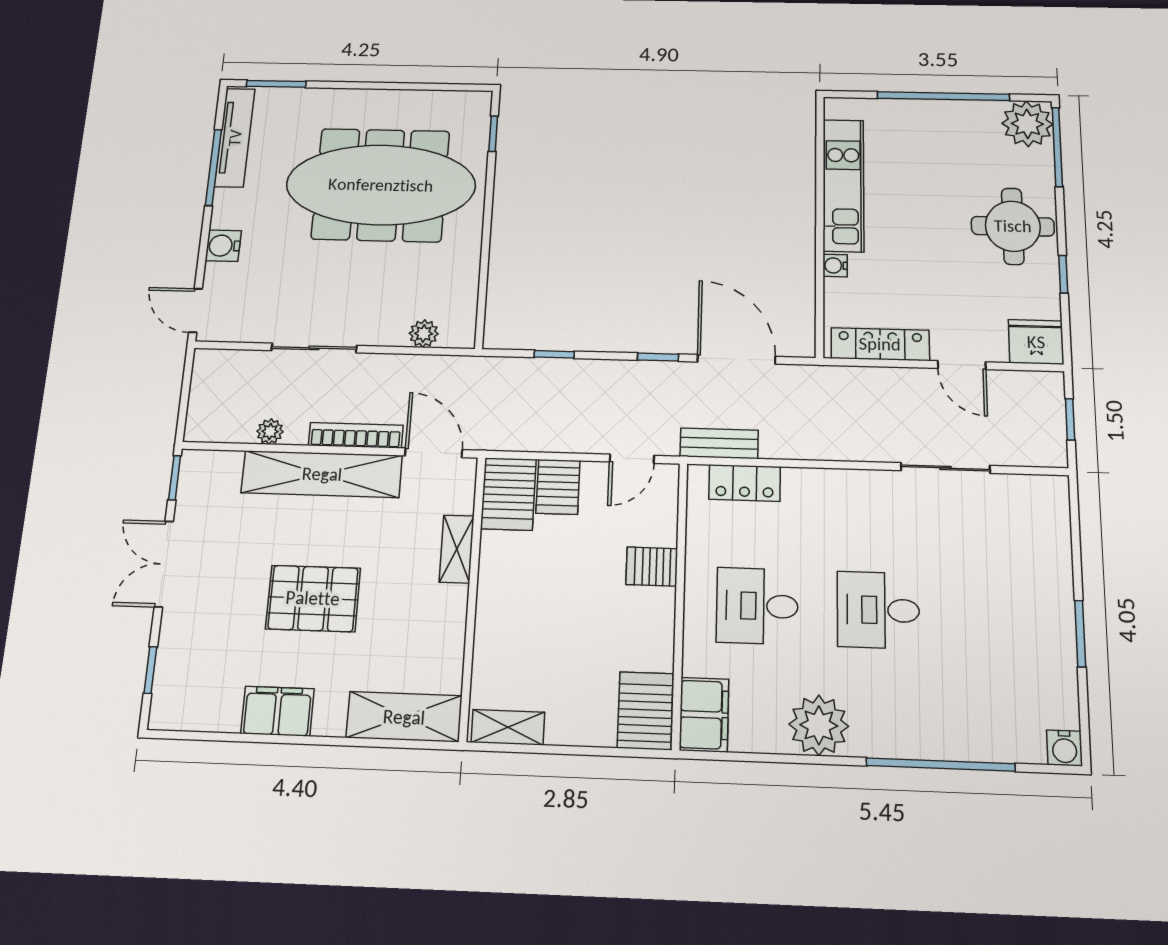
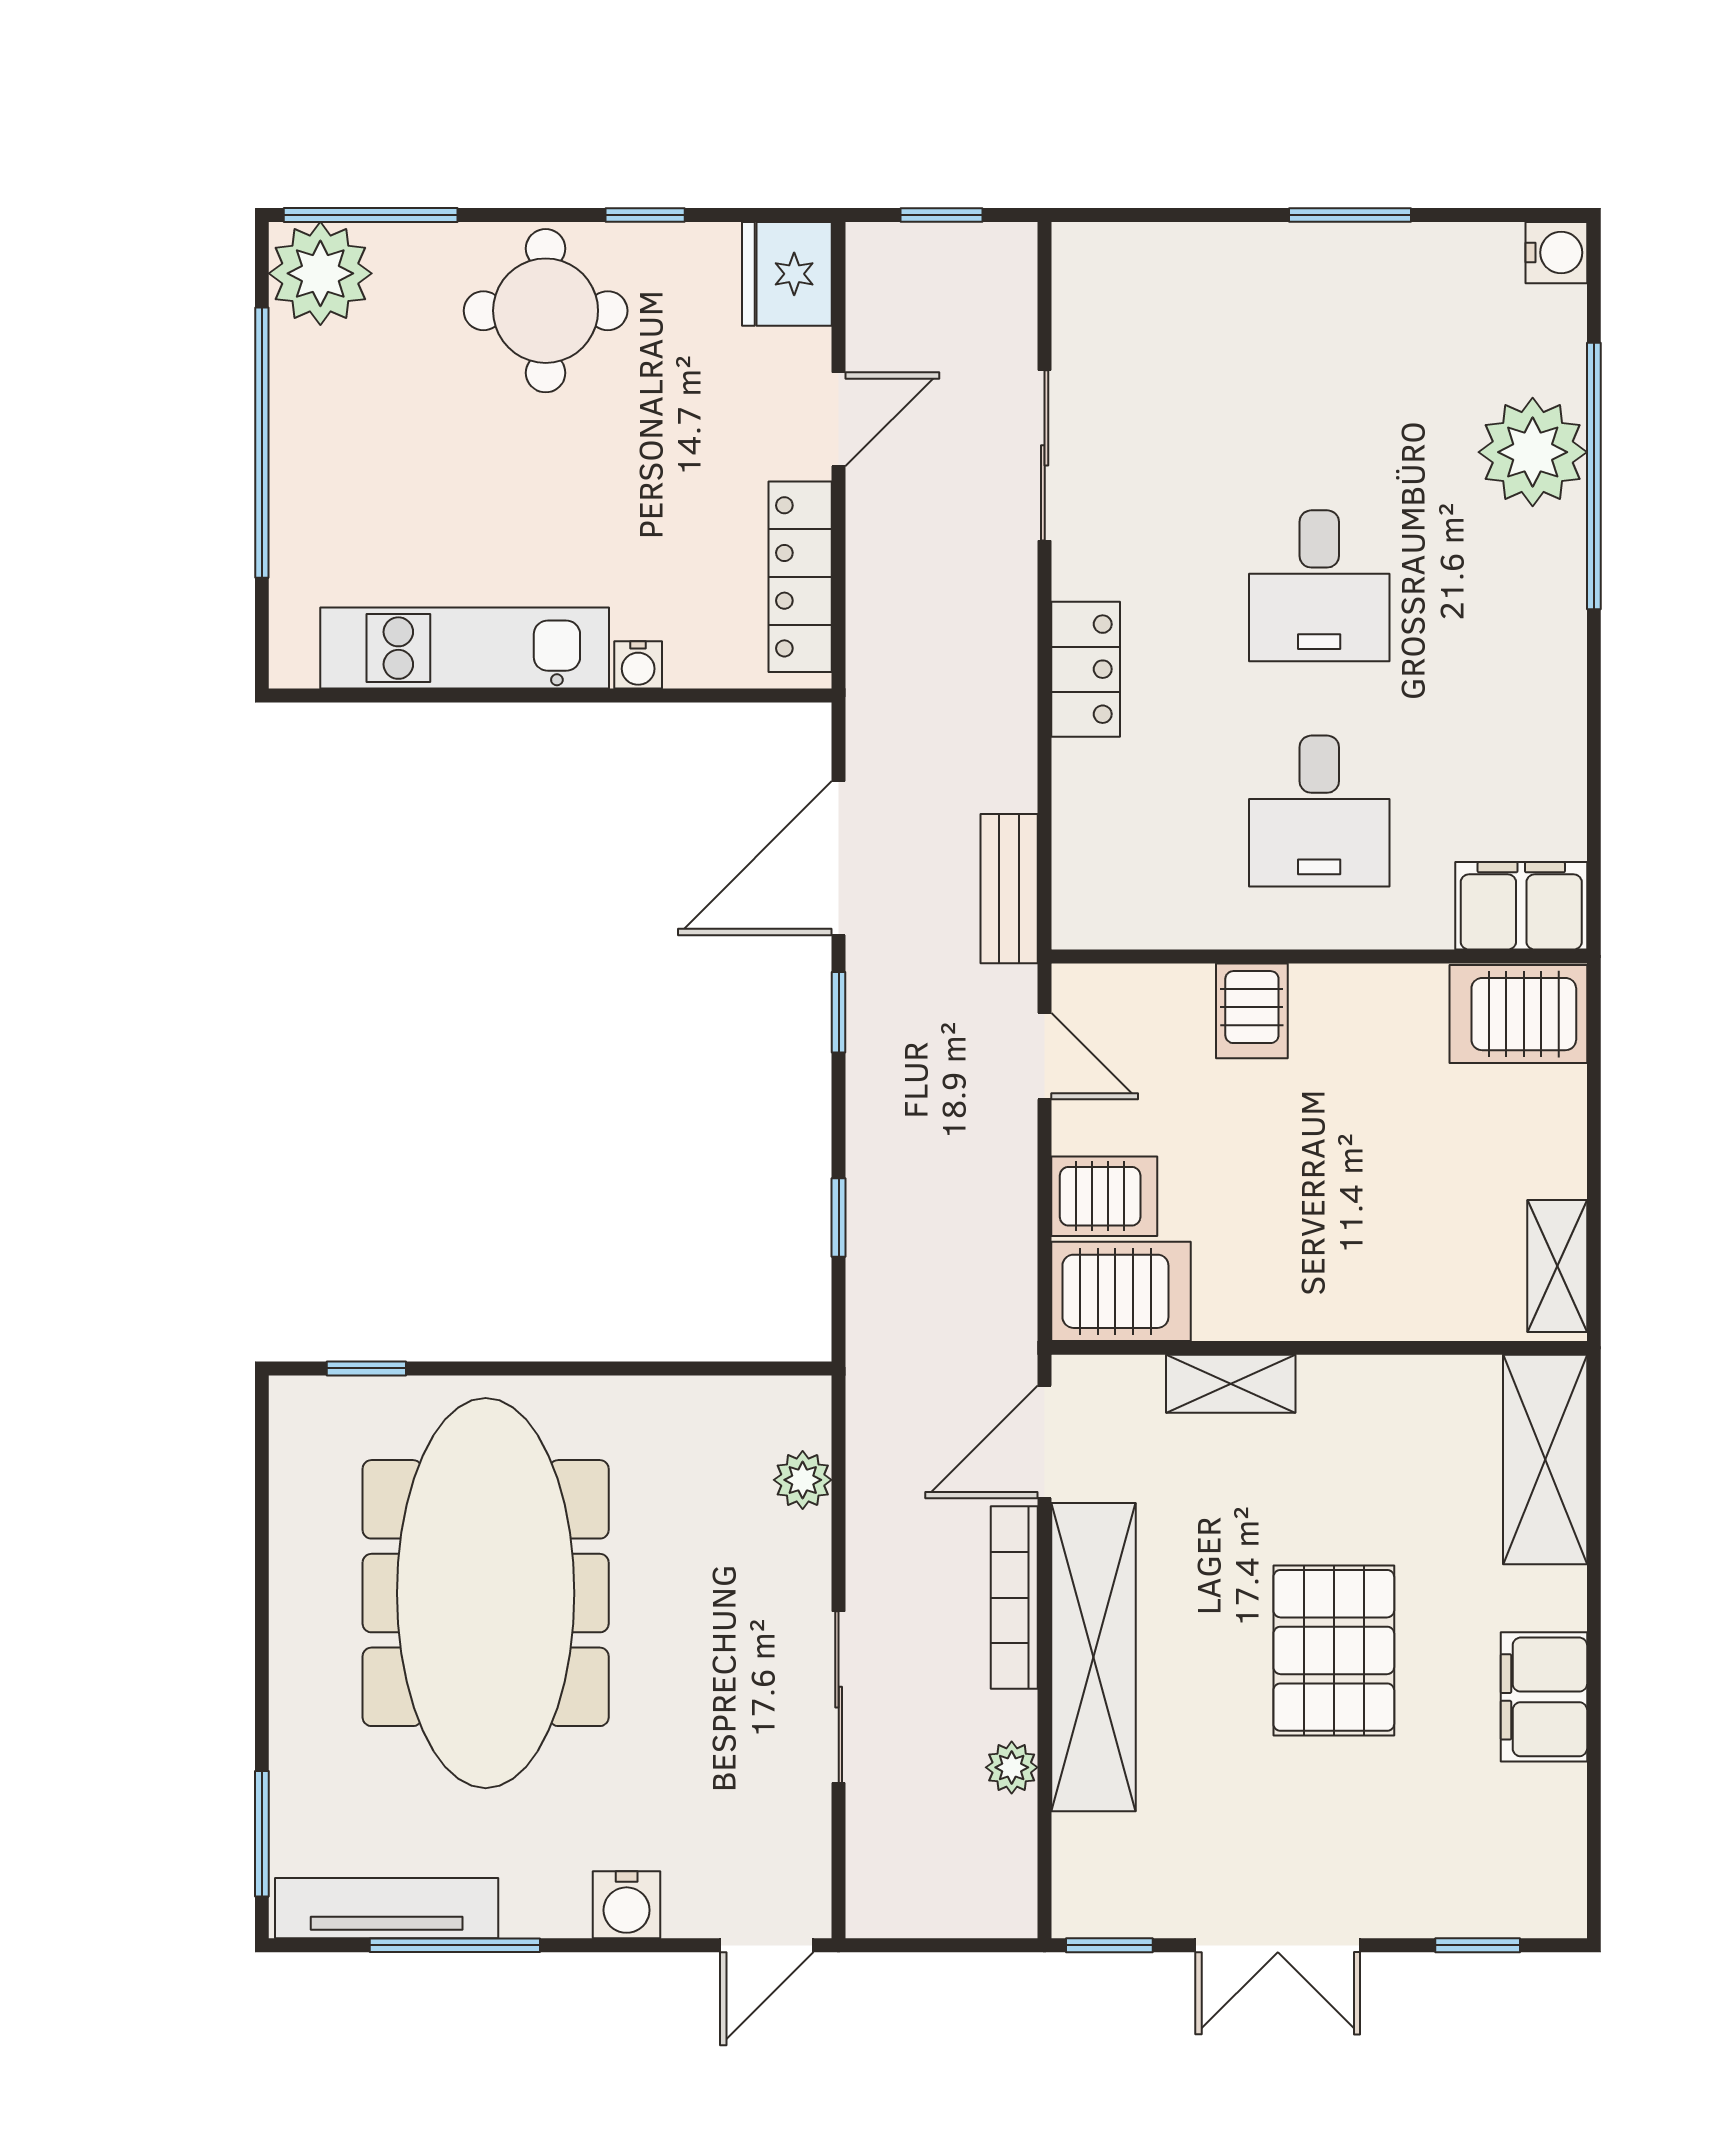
locker: (745, 483) -> (1086, 669), moved
plant: (819, 725) -> (1533, 452), moved

